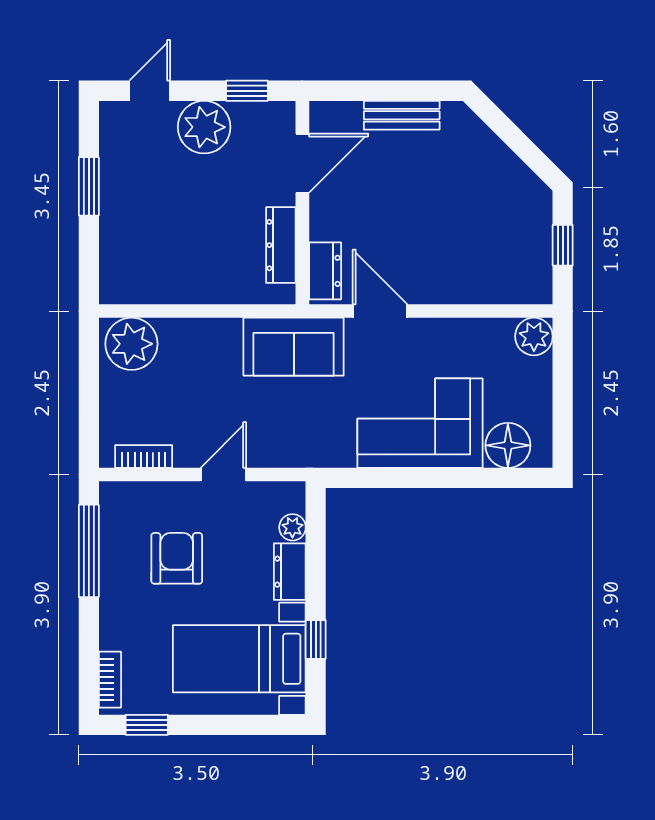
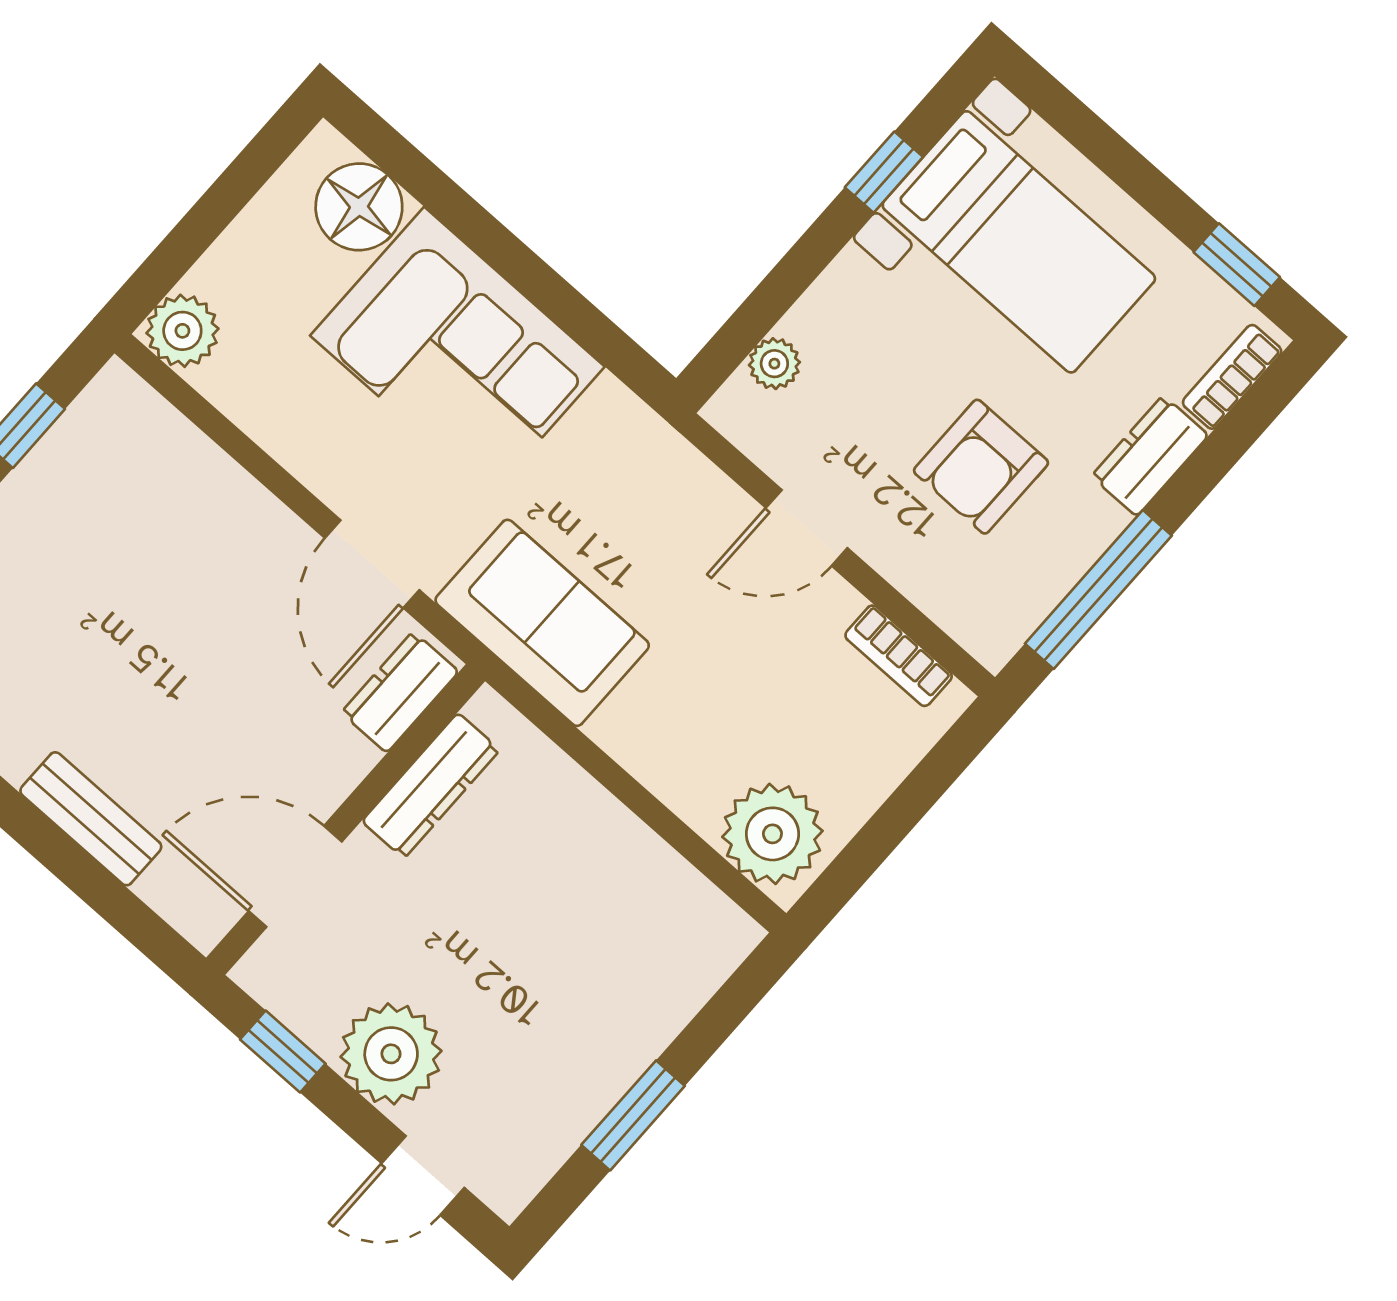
dresser: (290, 572) -> (1150, 456), moved, turned 180

